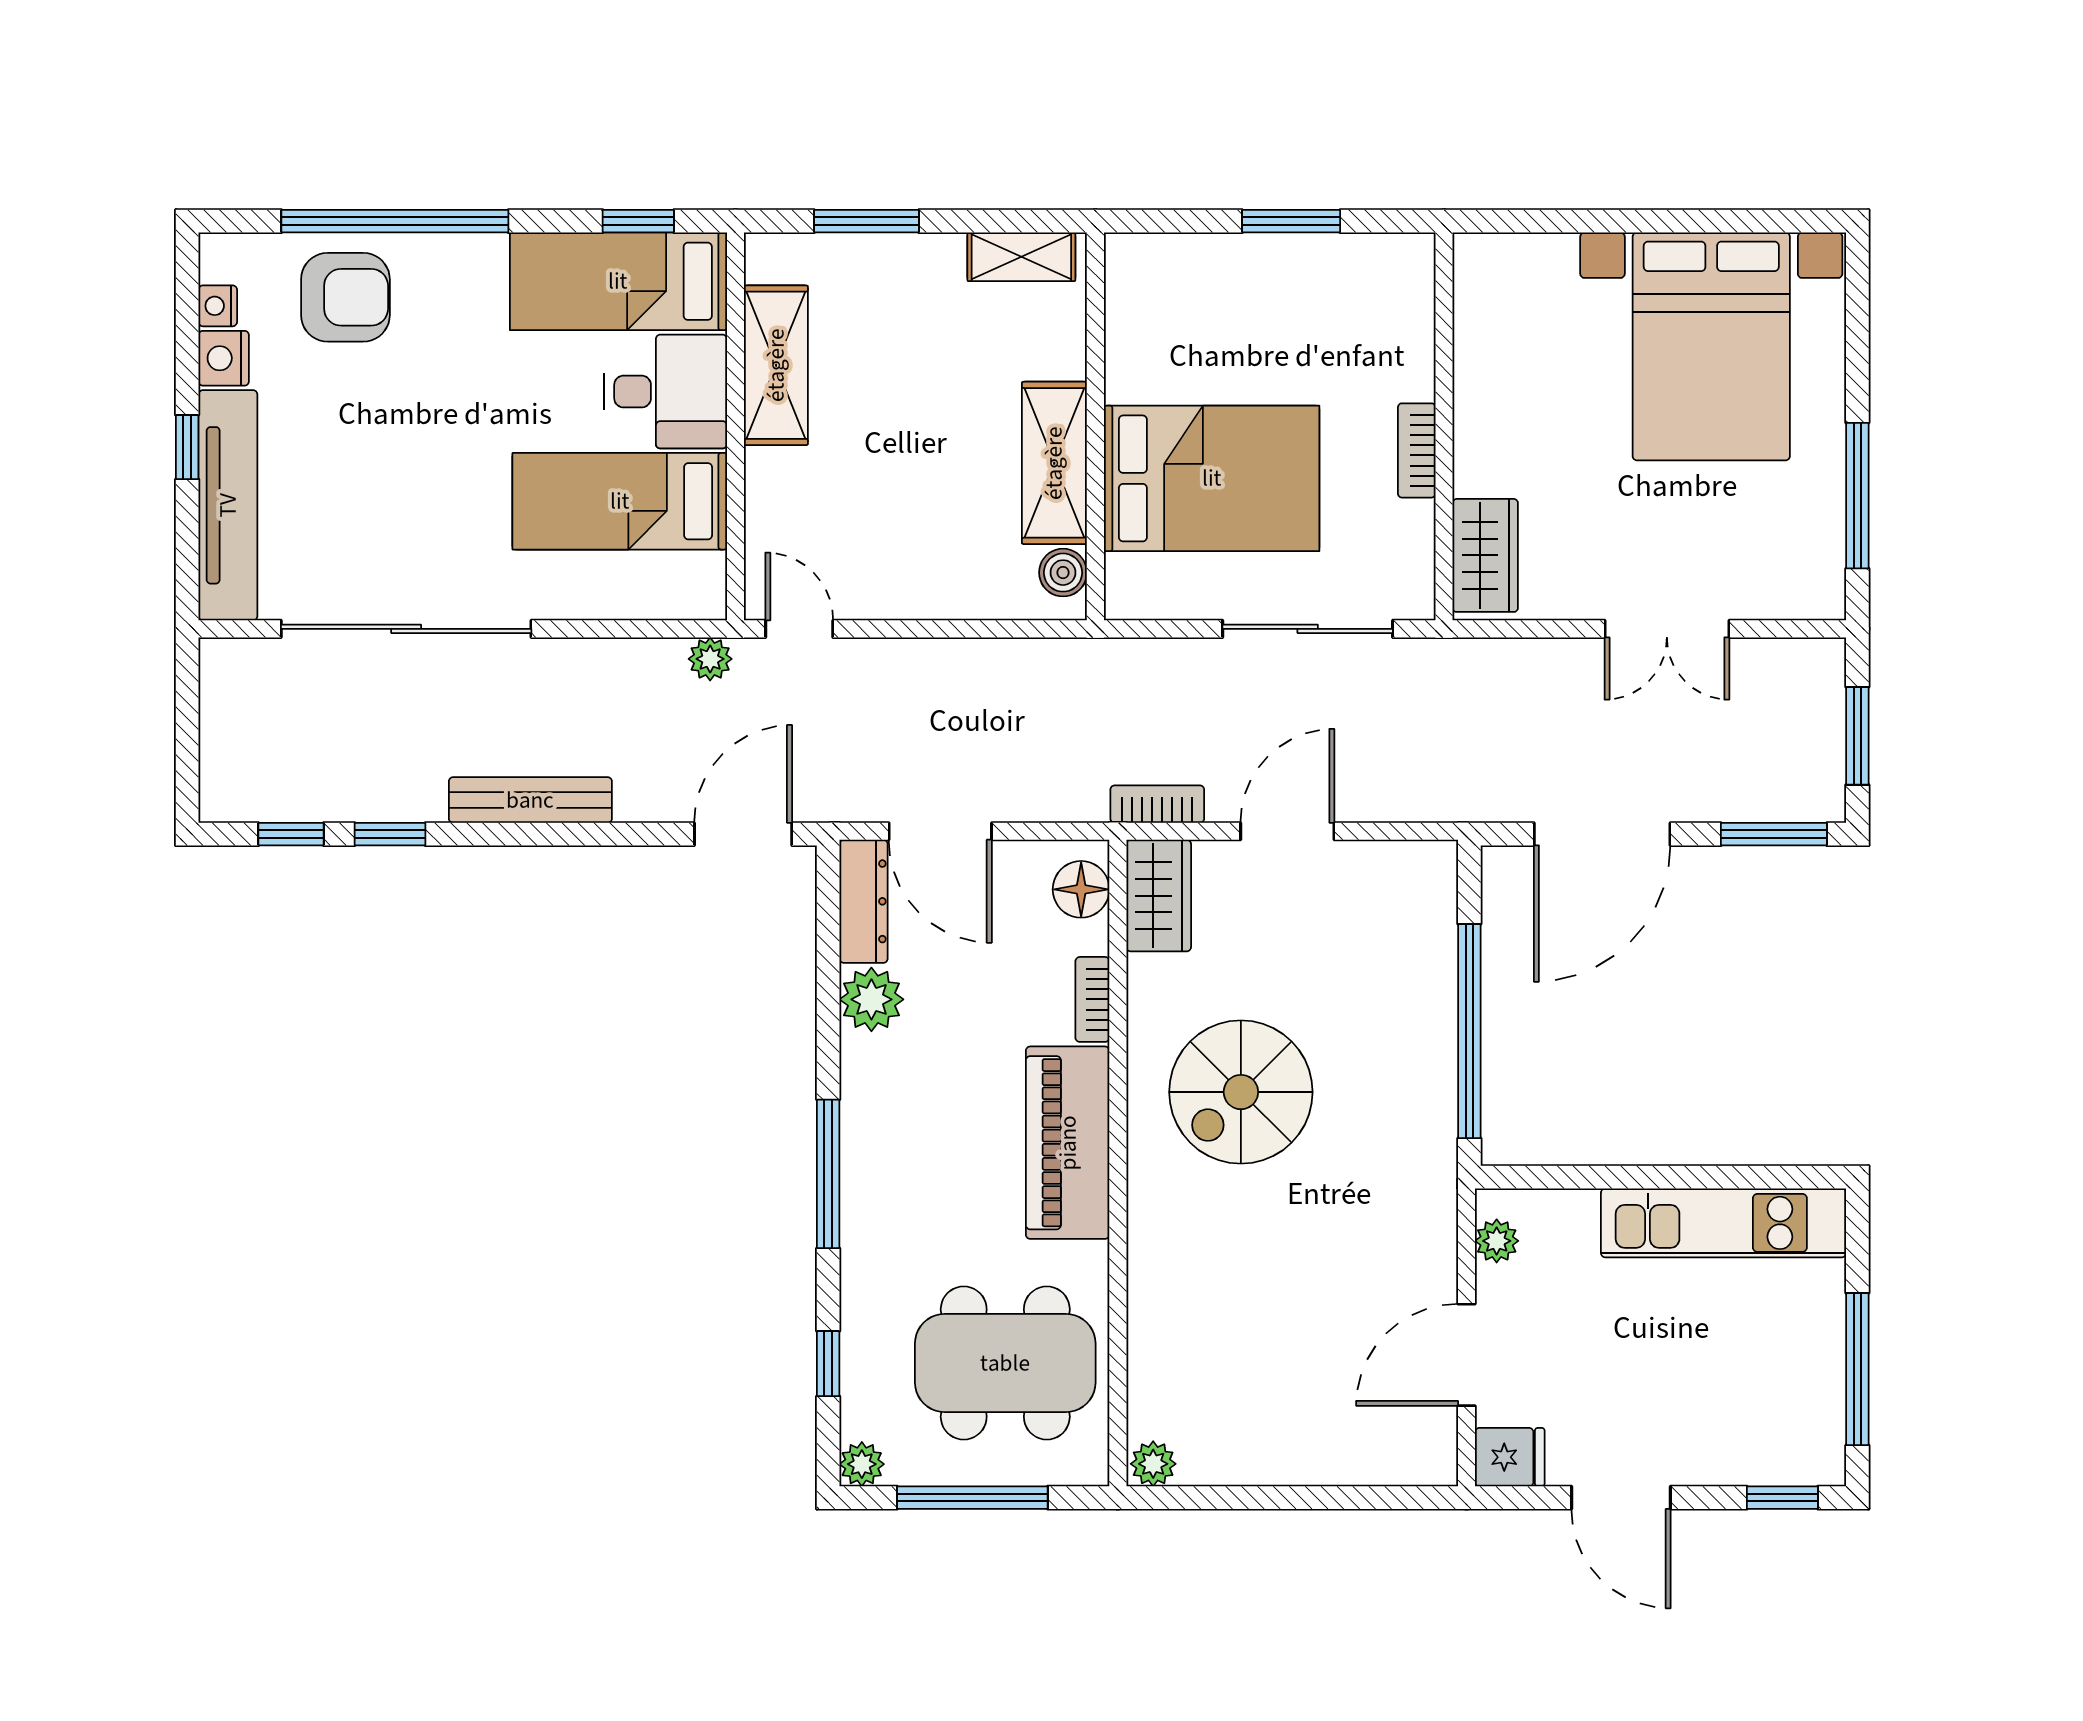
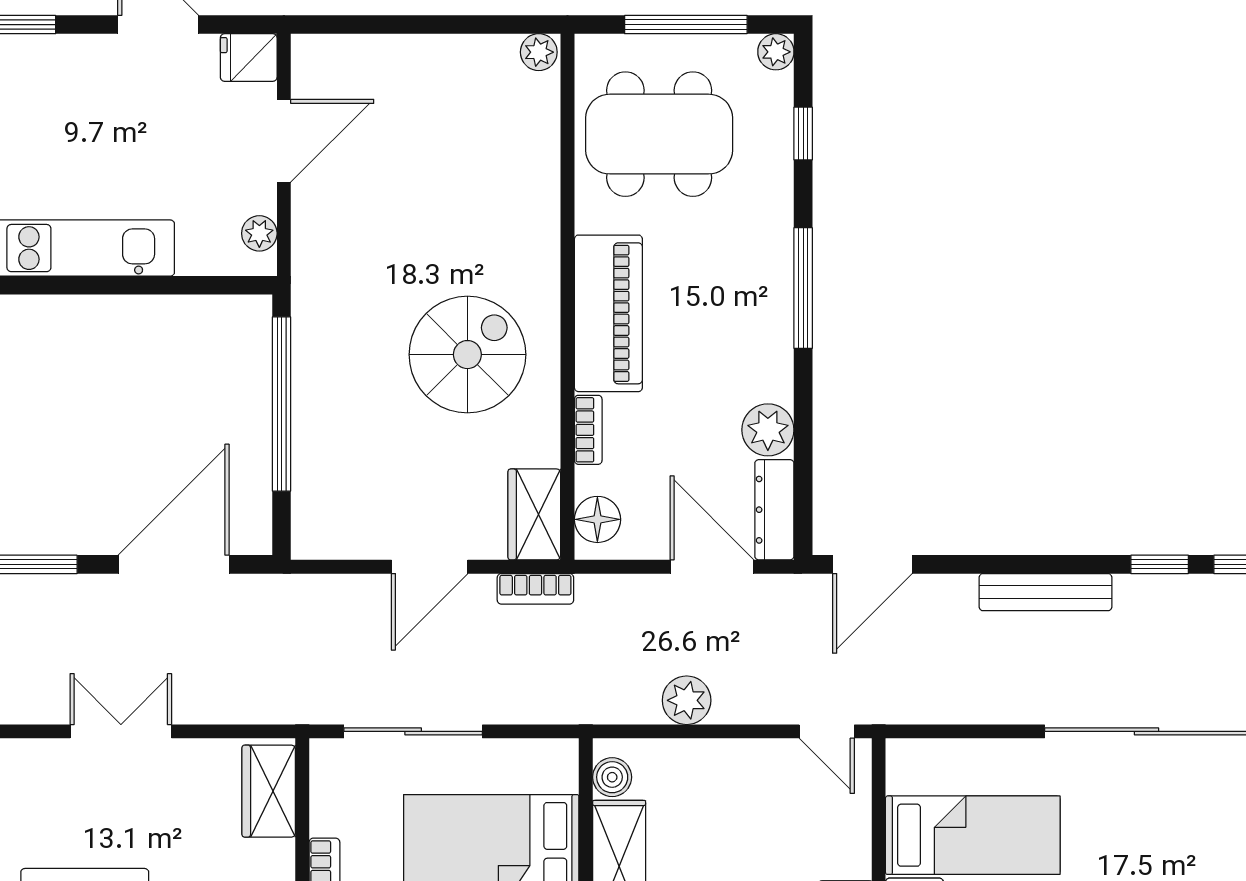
plant: (710, 659) -> (687, 700), moved, width x1.38, depth x1.38

